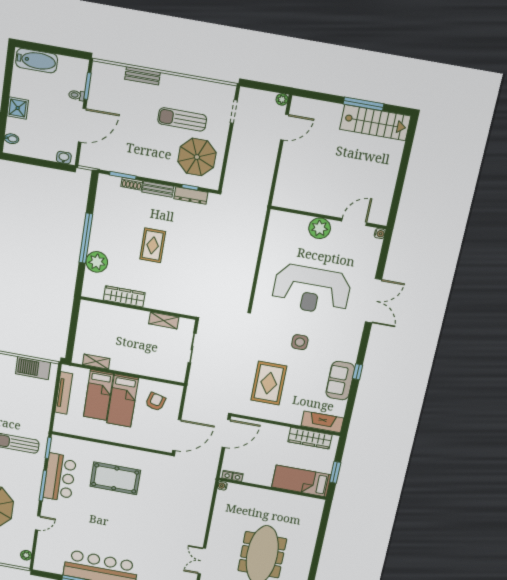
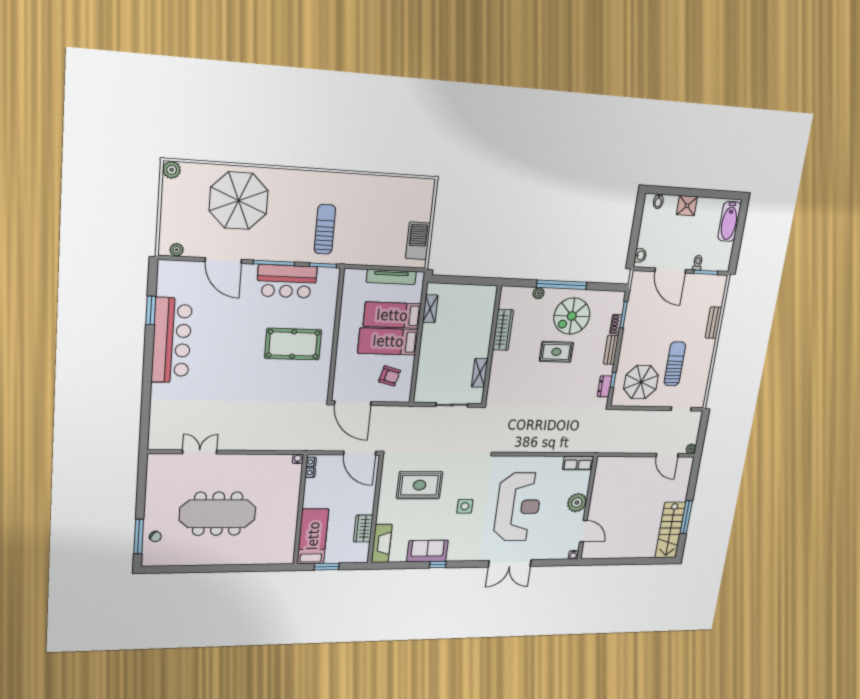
dresser: (191, 195) -> (605, 386), width x0.70
row of seats: (275, 226) -> (578, 463), added
spiral stairs: (118, 229) -> (572, 316), added
plant: (97, 262) -> (539, 293), width x0.53, depth x0.53
reception desk: (311, 290) -> (518, 507), turned 180
wardrobe: (310, 438) -> (363, 528), width x0.67
pool table: (115, 478) -> (293, 344), turned 90
door: (38, 523) -> (223, 260), width x1.88

